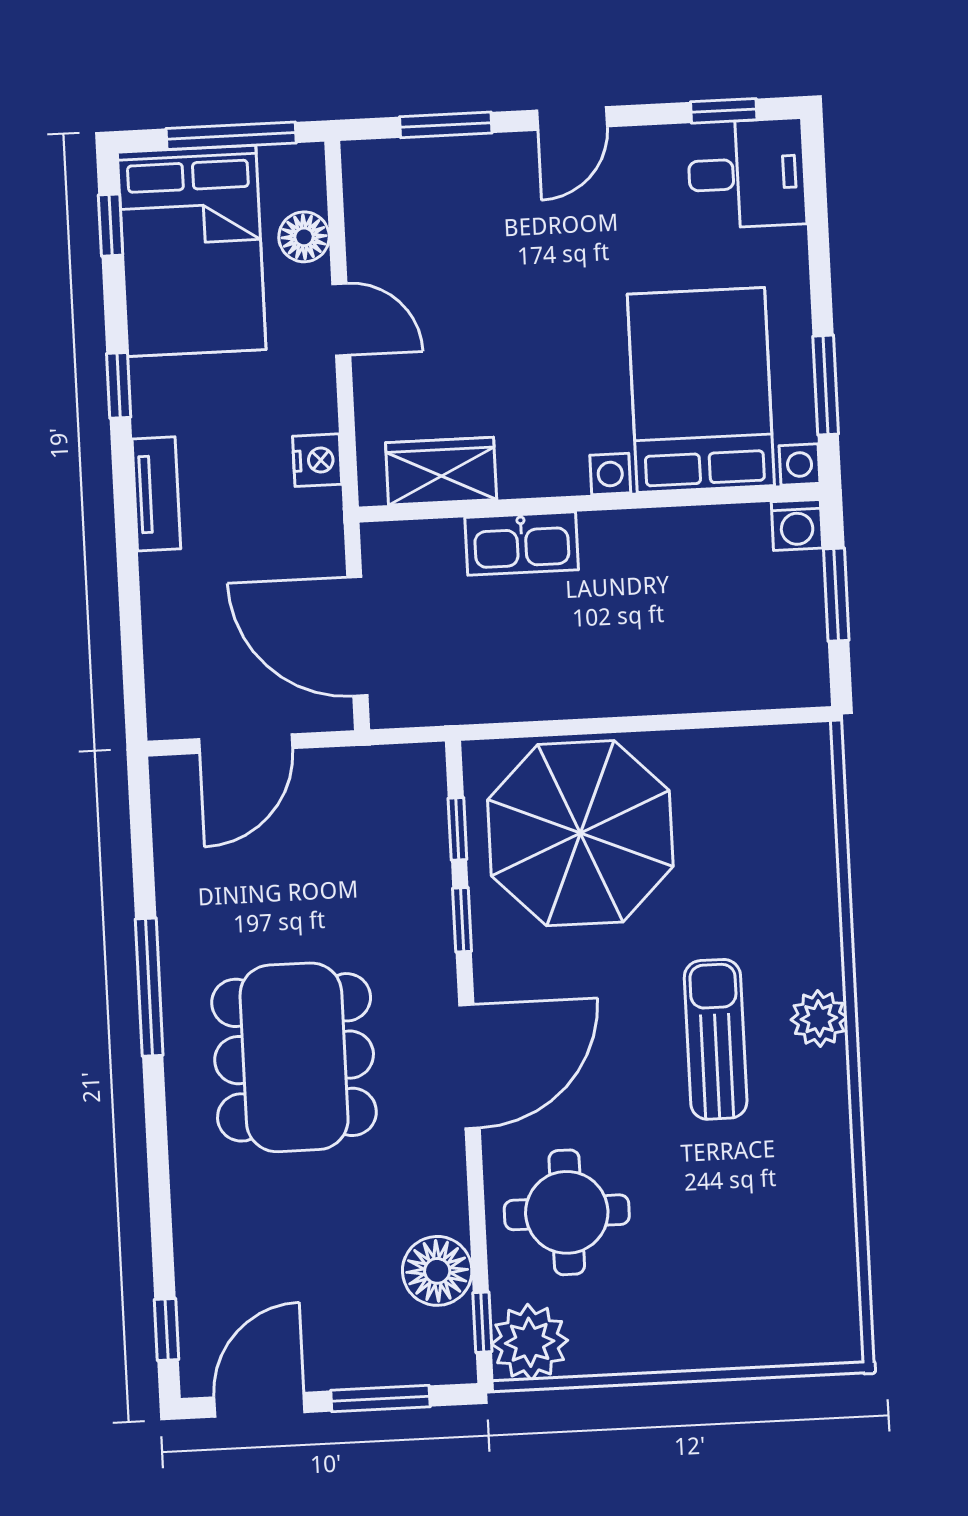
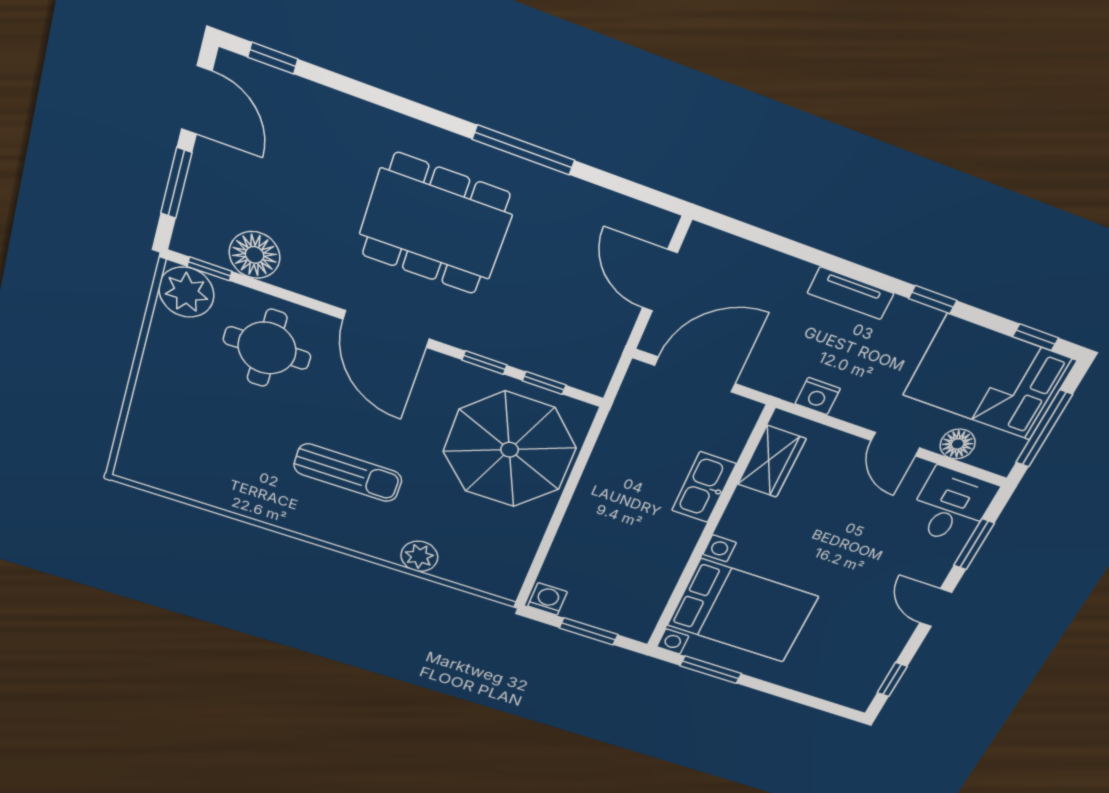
desk: (747, 174) -> (951, 506), moved, turned 180
door: (341, 319) -> (895, 444), hinge flipped
washing machine: (797, 525) -> (548, 599), moved, turned 90
plant: (819, 1018) -> (419, 556), moved

